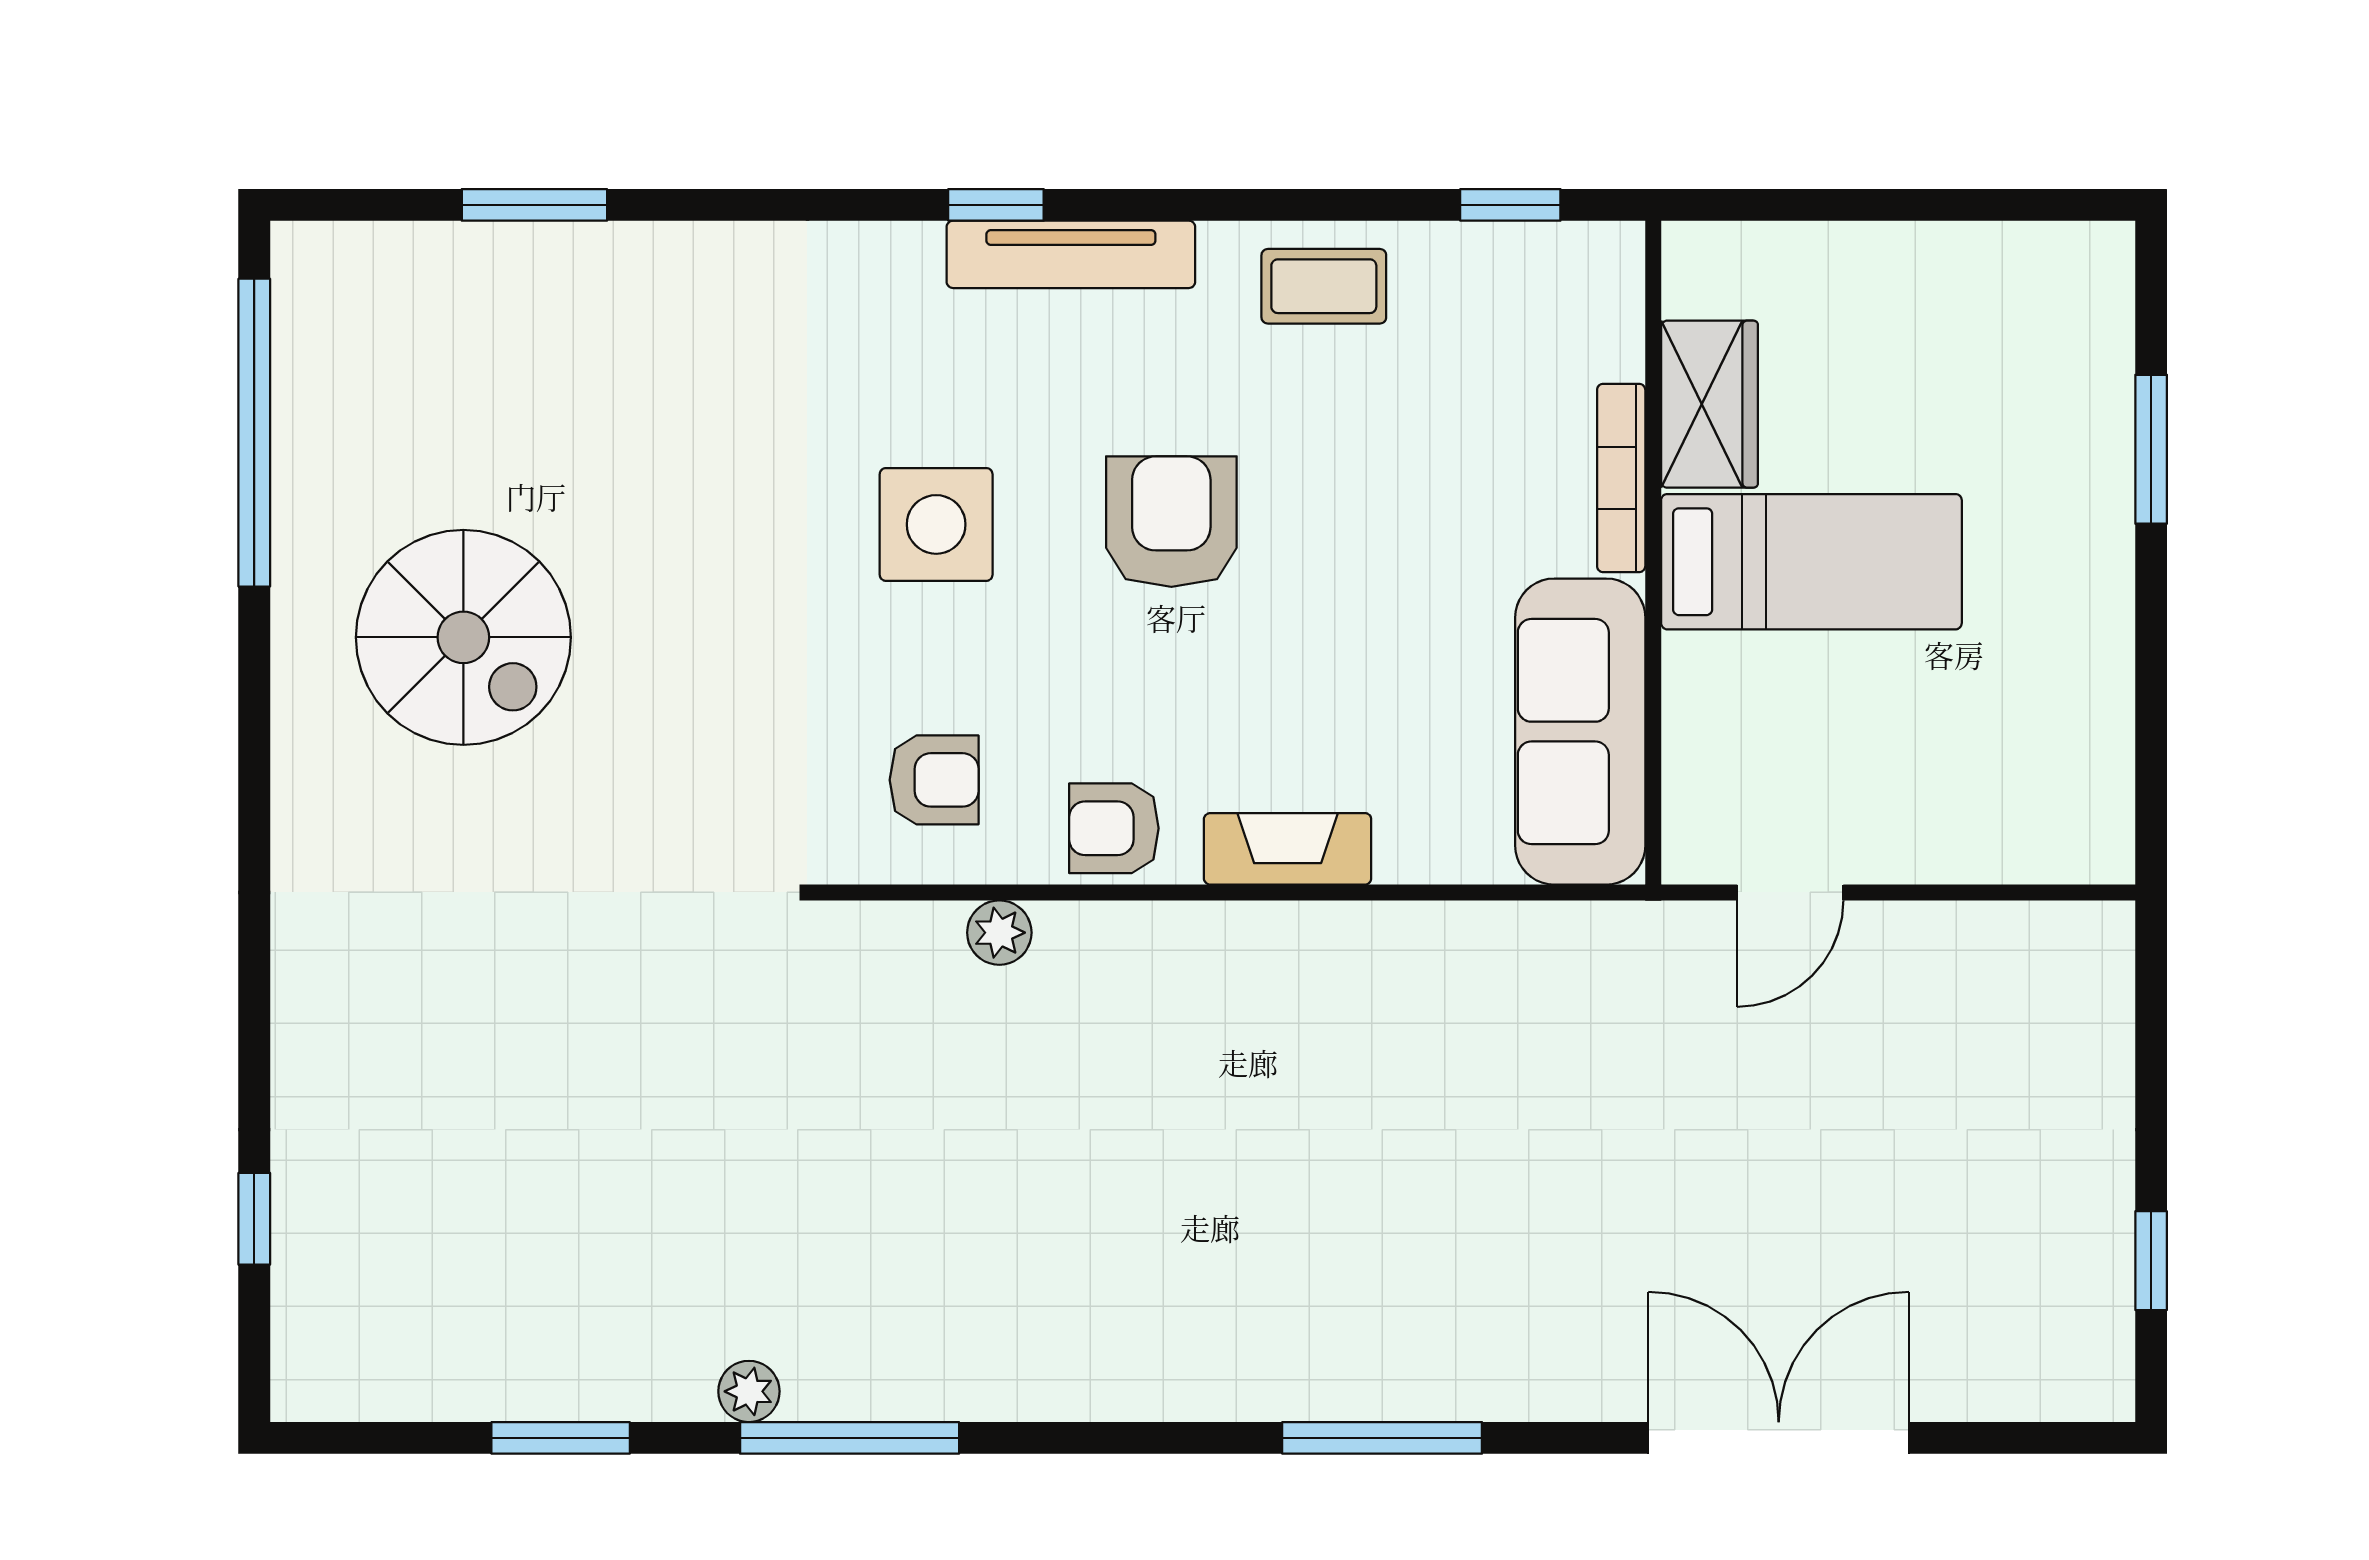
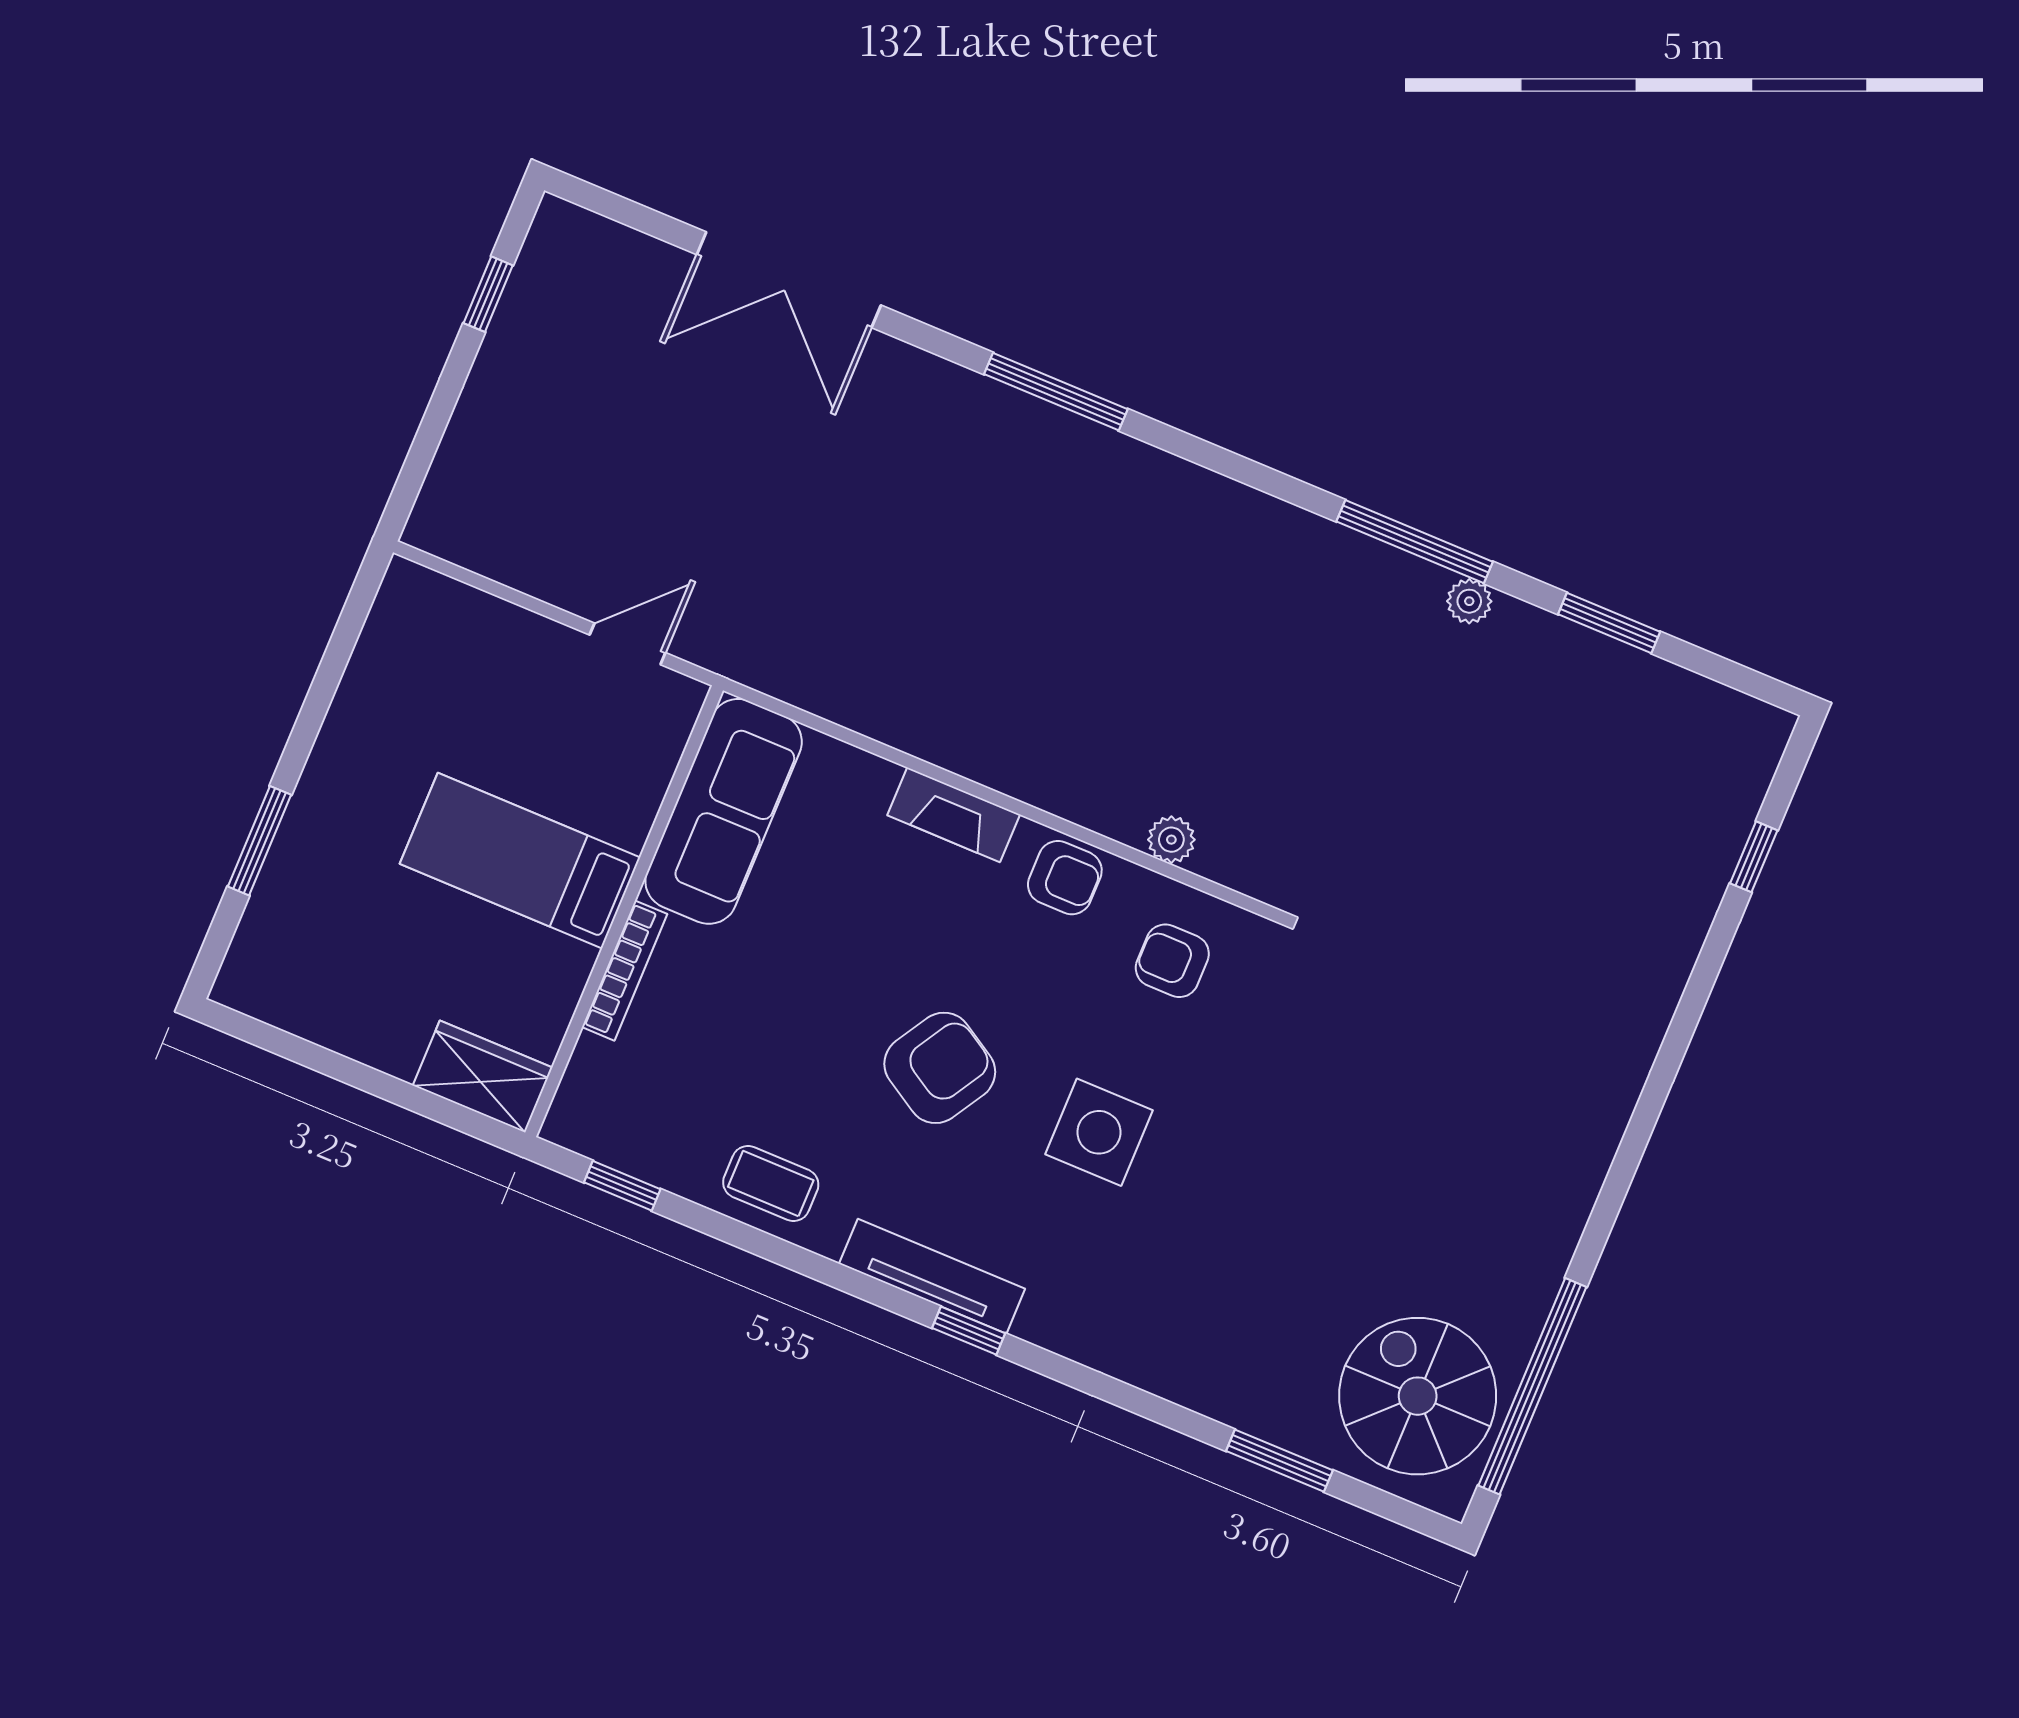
wardrobe: (1710, 404) -> (483, 1076), moved, turned 90
armchair: (1171, 522) -> (940, 1068), turned -149
spiral stairs: (463, 637) -> (1418, 1396), moved

